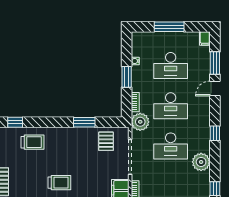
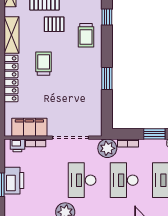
window: (84, 122) -> (107, 78), moved
pallet: (106, 141) -> (54, 24), moved
trolley: (59, 183) -> (44, 64), turned 180

